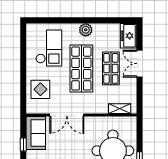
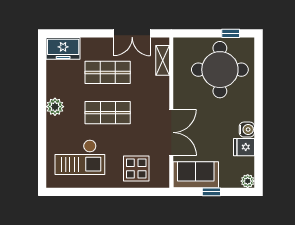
checkout: (49, 48) -> (80, 157), turned 180
double door: (139, 64) -> (132, 33), moved
shop shelf: (81, 68) -> (108, 113), width x0.70, depth x0.74

